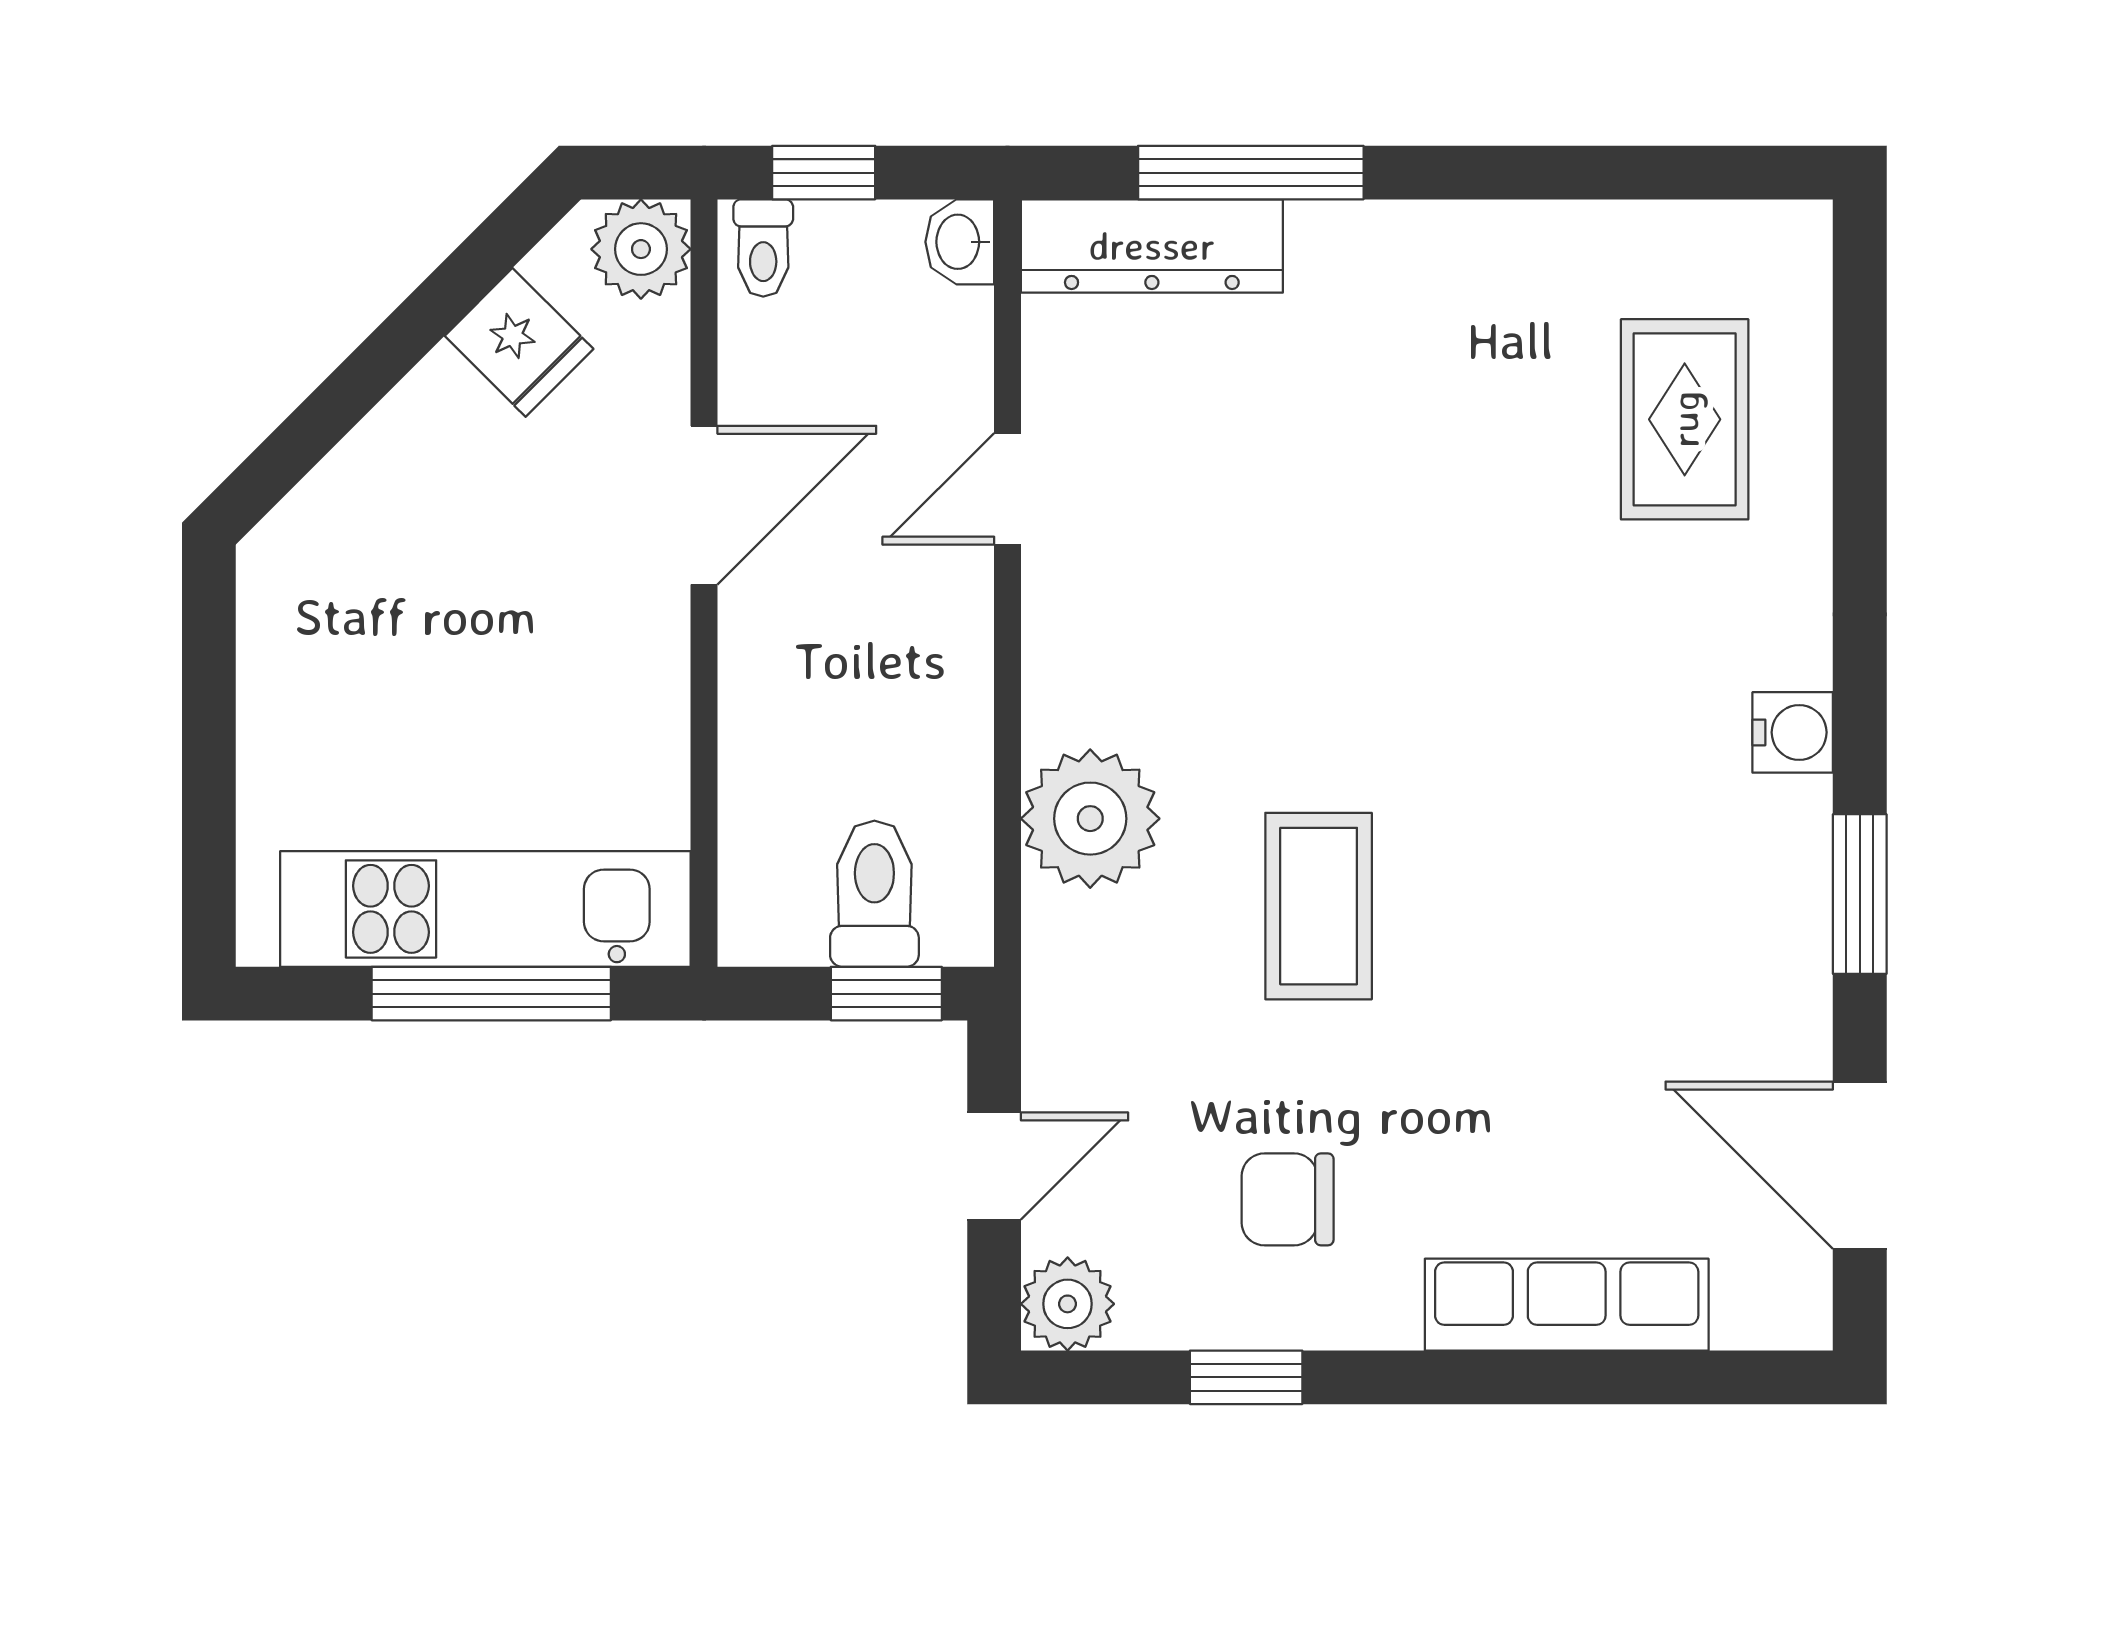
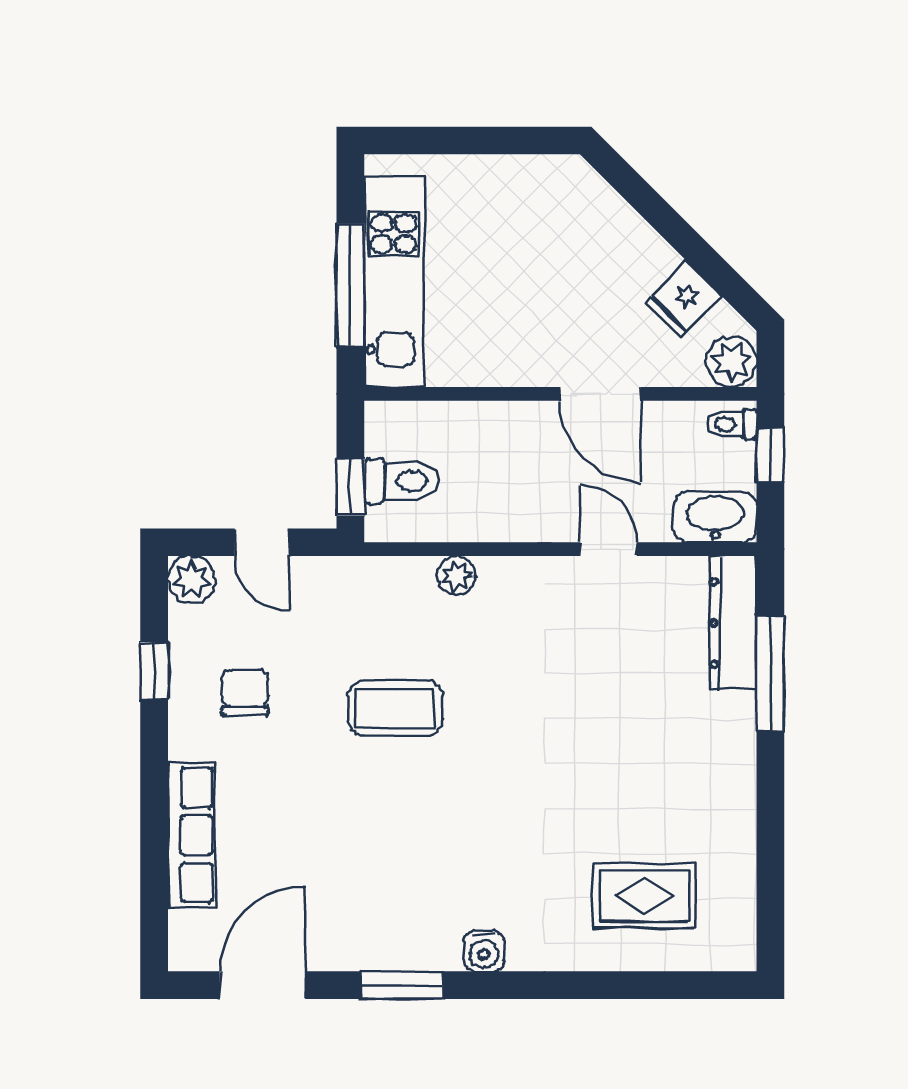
washbasin: (960, 242) -> (715, 517), width x1.91, depth x1.45
plant: (1090, 819) -> (456, 575), width x0.53, depth x0.53

